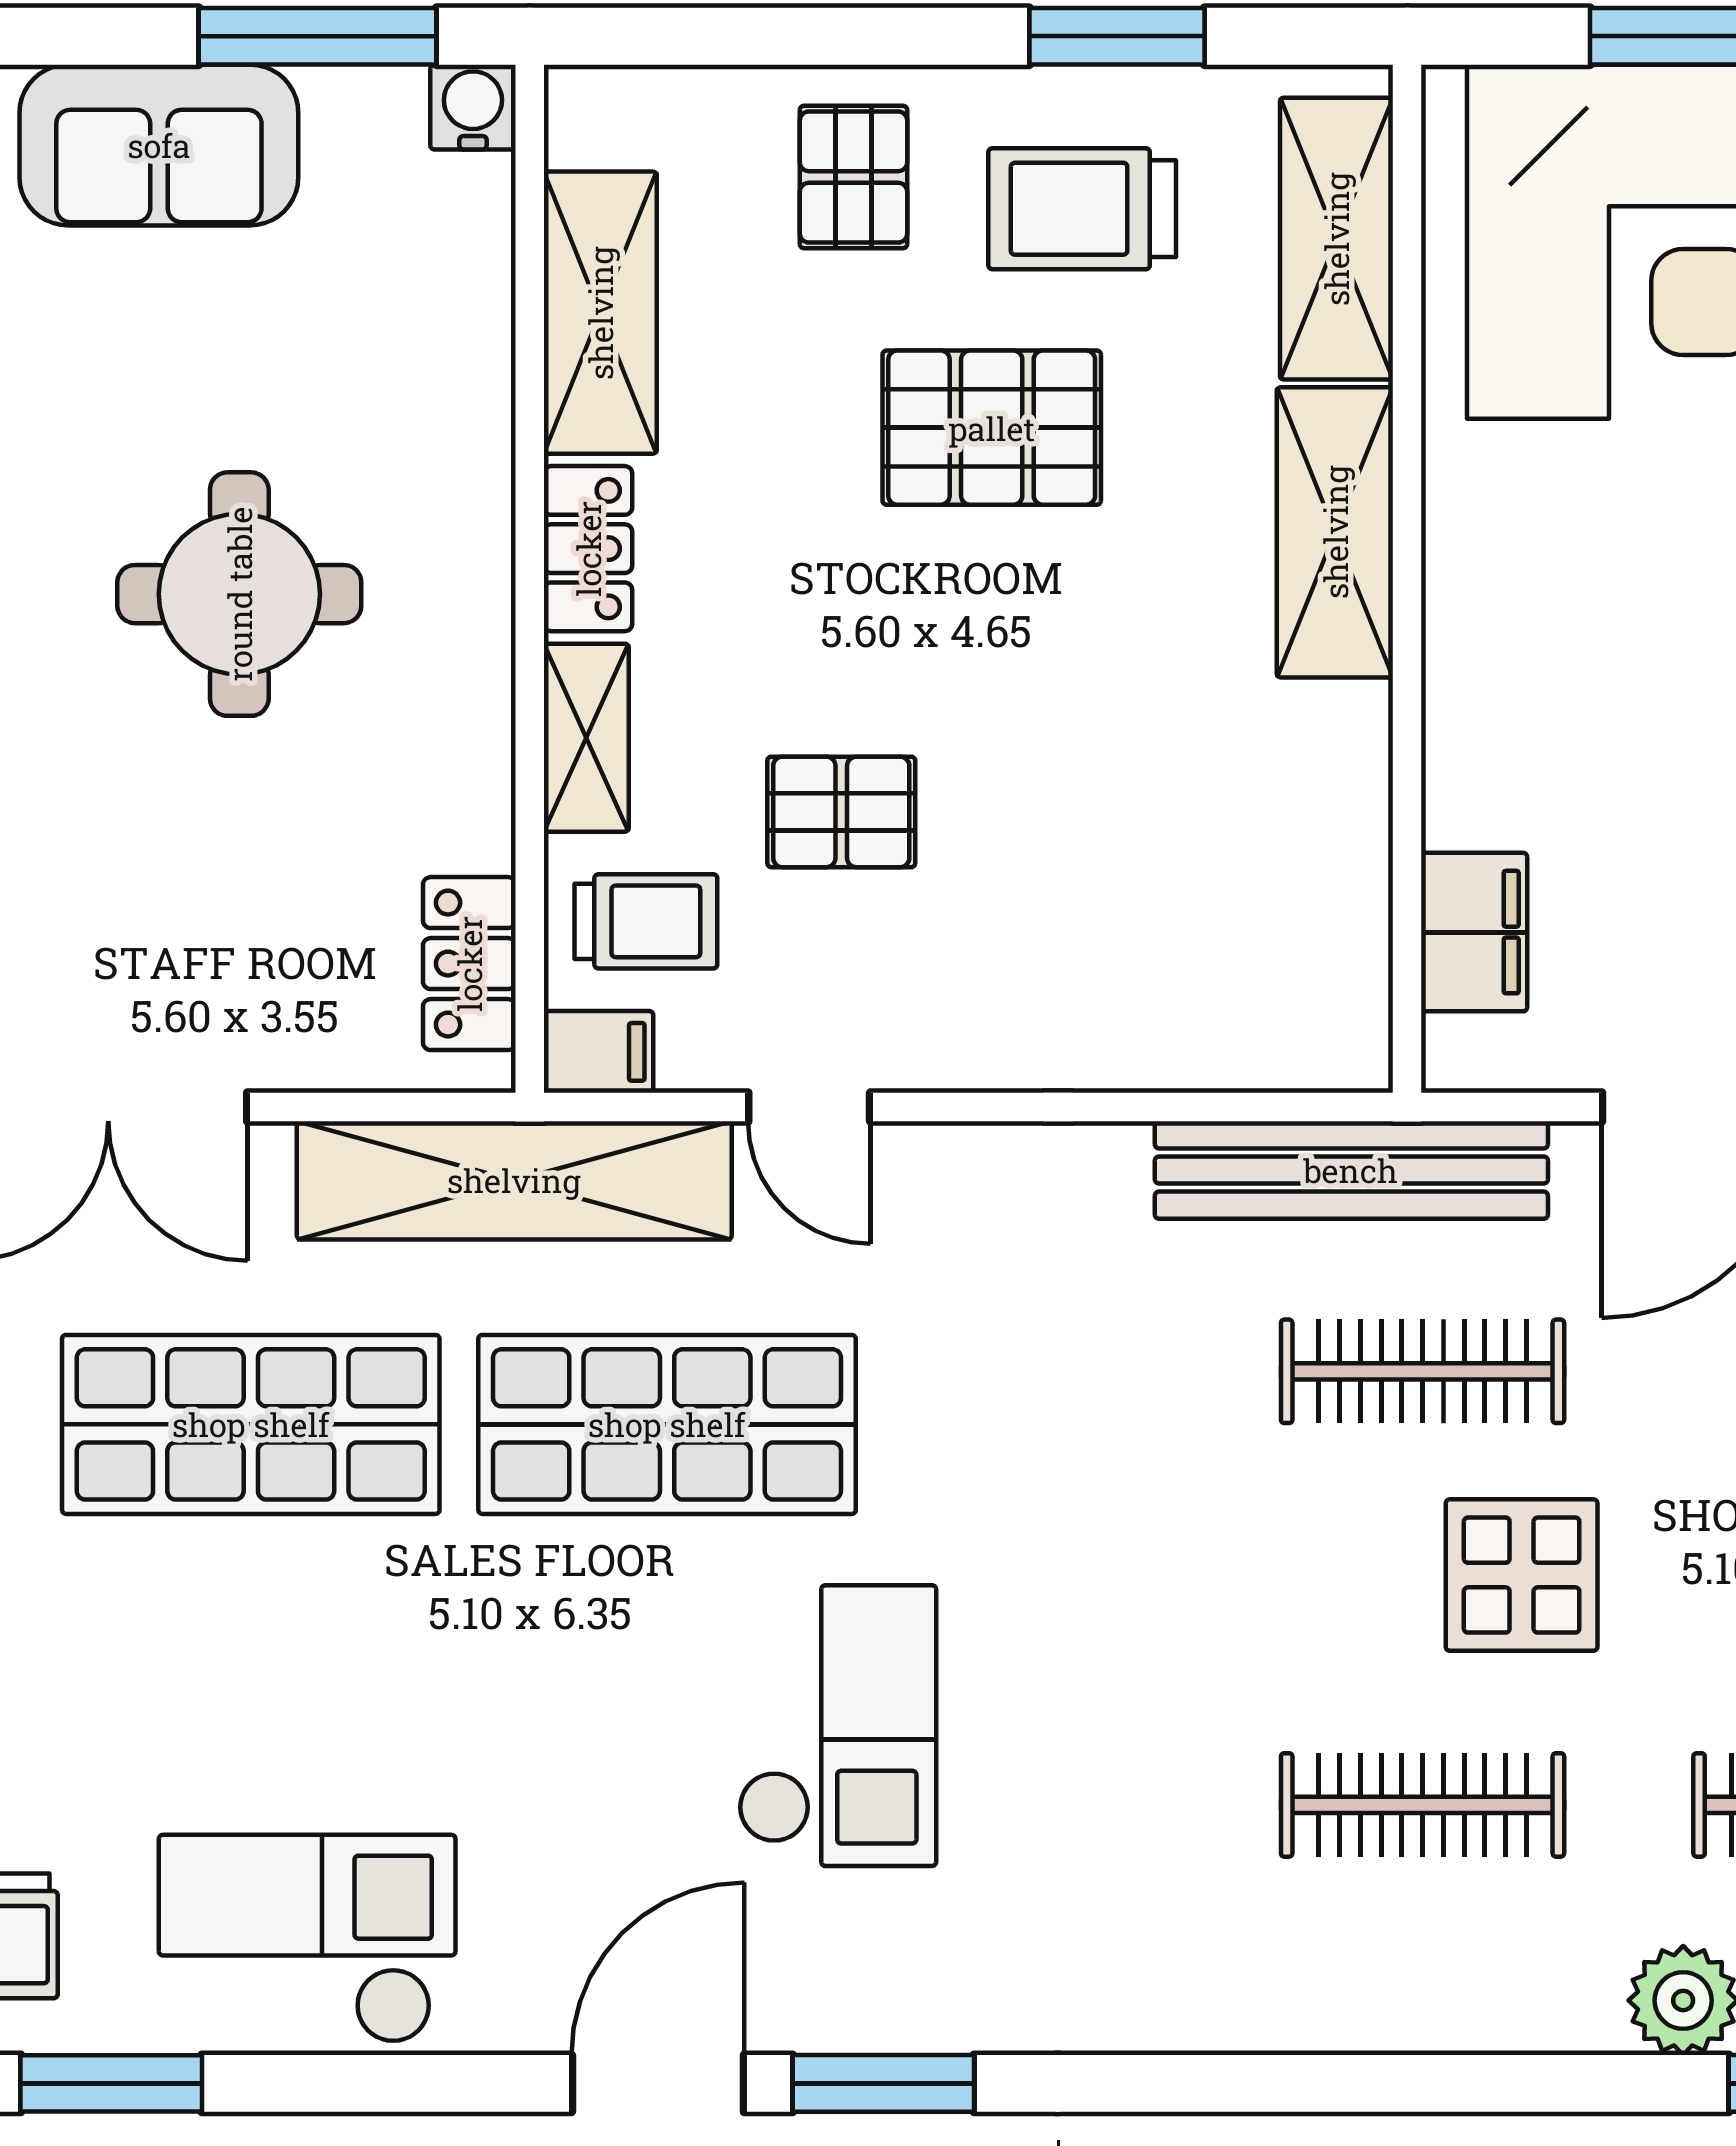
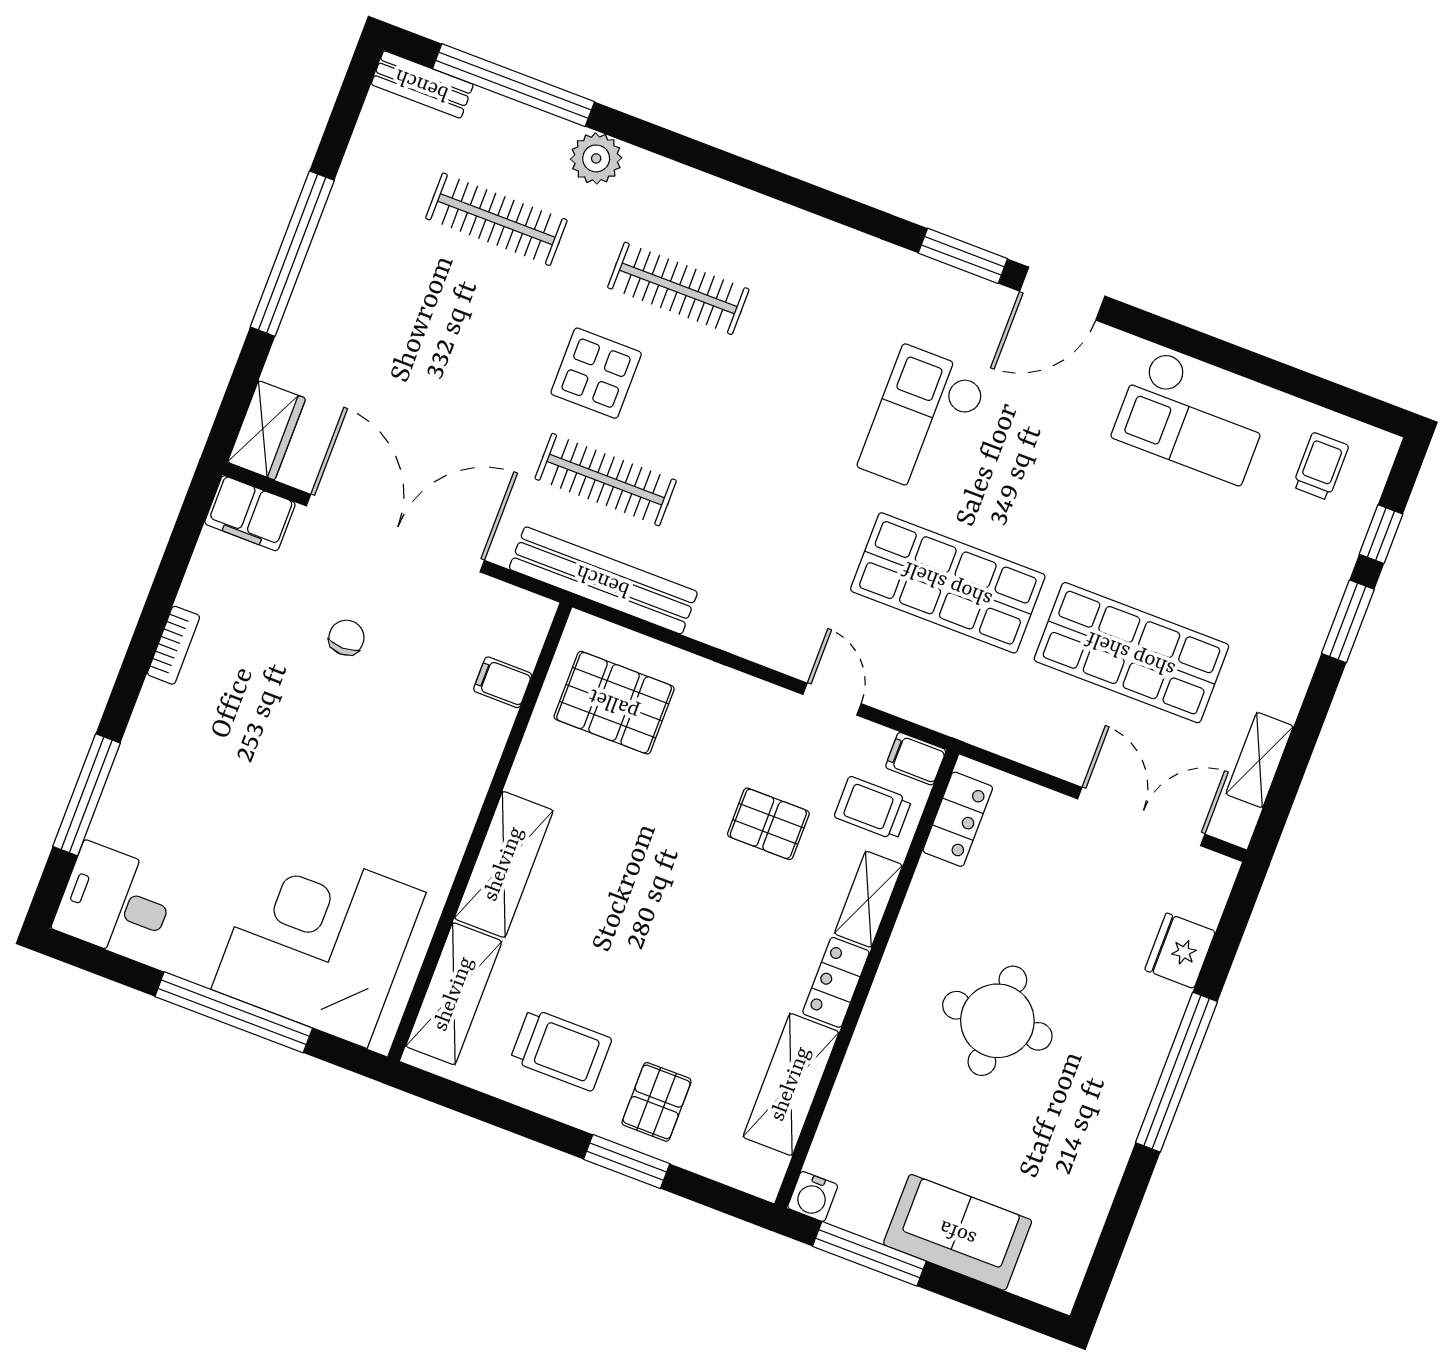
window: (1117, 36) -> (627, 1162), moved
pallet: (992, 428) -> (614, 703), moved
filing cabinet: (1474, 932) -> (503, 682), width x0.50
shelving: (514, 1180) -> (974, 716), removed
window: (111, 2083) -> (1303, 385), removed

